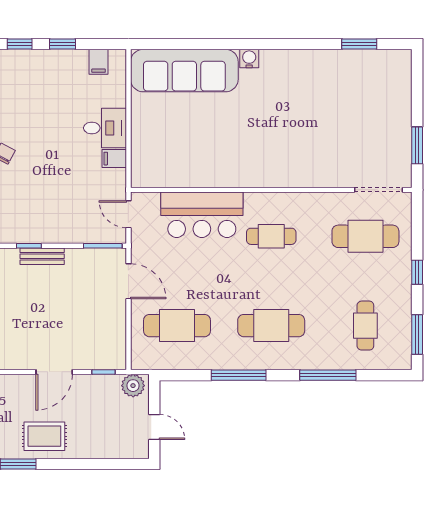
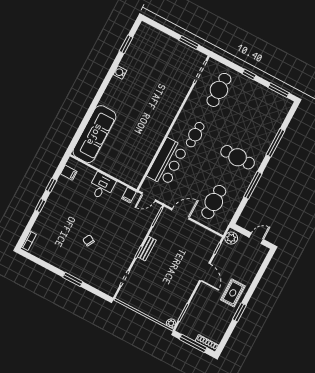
water cooler: (249, 59) -> (120, 73), moved
filing cabinet: (114, 159) -> (129, 195), moved
cafe table: (271, 326) -> (238, 157), turned 90
cafe table: (365, 326) -> (261, 112), removed

